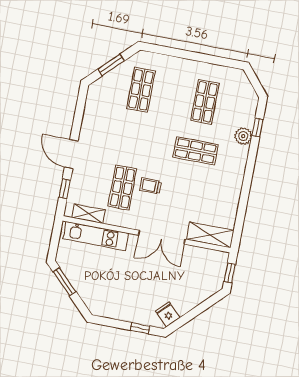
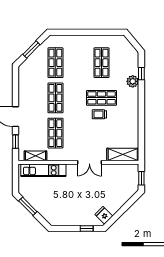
shop shelf: (132, 139) -> (55, 98), added
trolley: (150, 186) -> (99, 114), moved
double door: (162, 237) -> (89, 162), width x0.73

